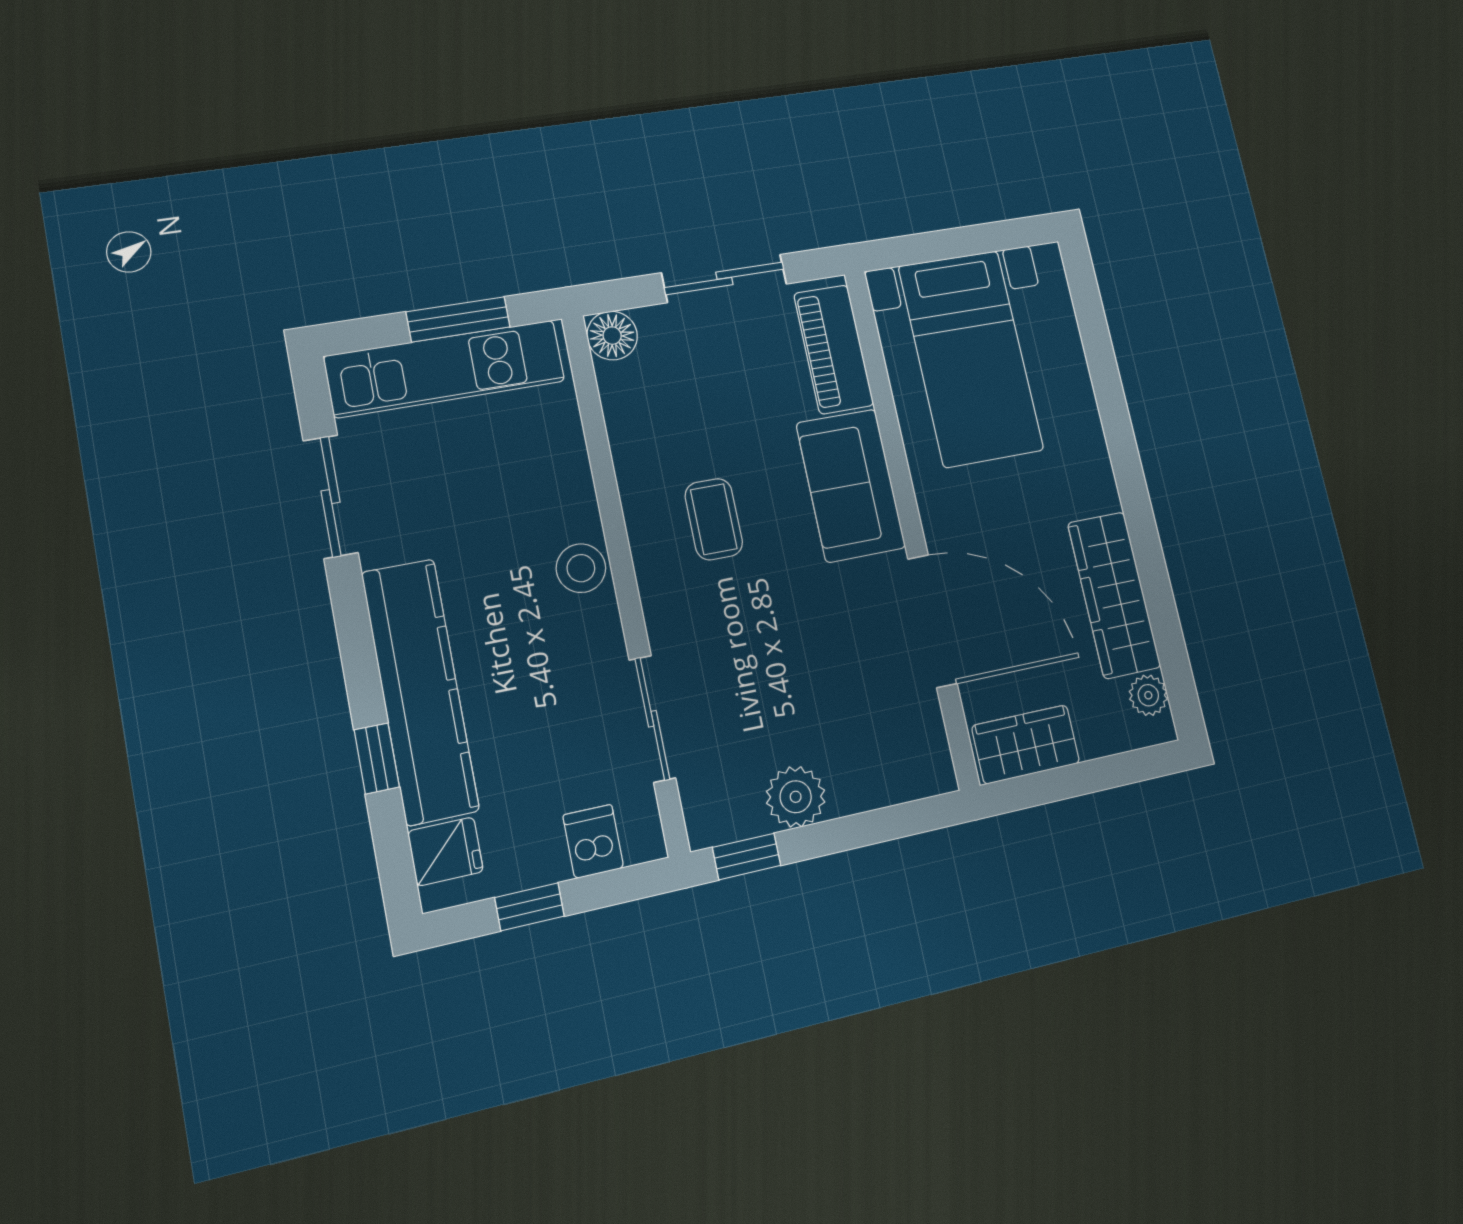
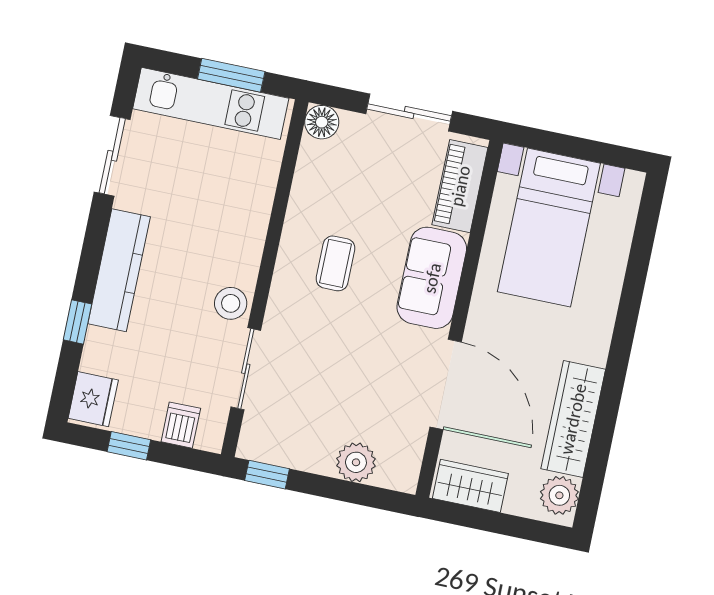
stool: (581, 568) -> (231, 303), moved
kitchen counter: (420, 691) -> (119, 270), width x0.72, depth x0.86
plant: (1148, 695) -> (559, 495), width x1.38, depth x1.38
plant: (796, 797) -> (356, 462), moved
fridge: (446, 851) -> (93, 399), width x1.38

